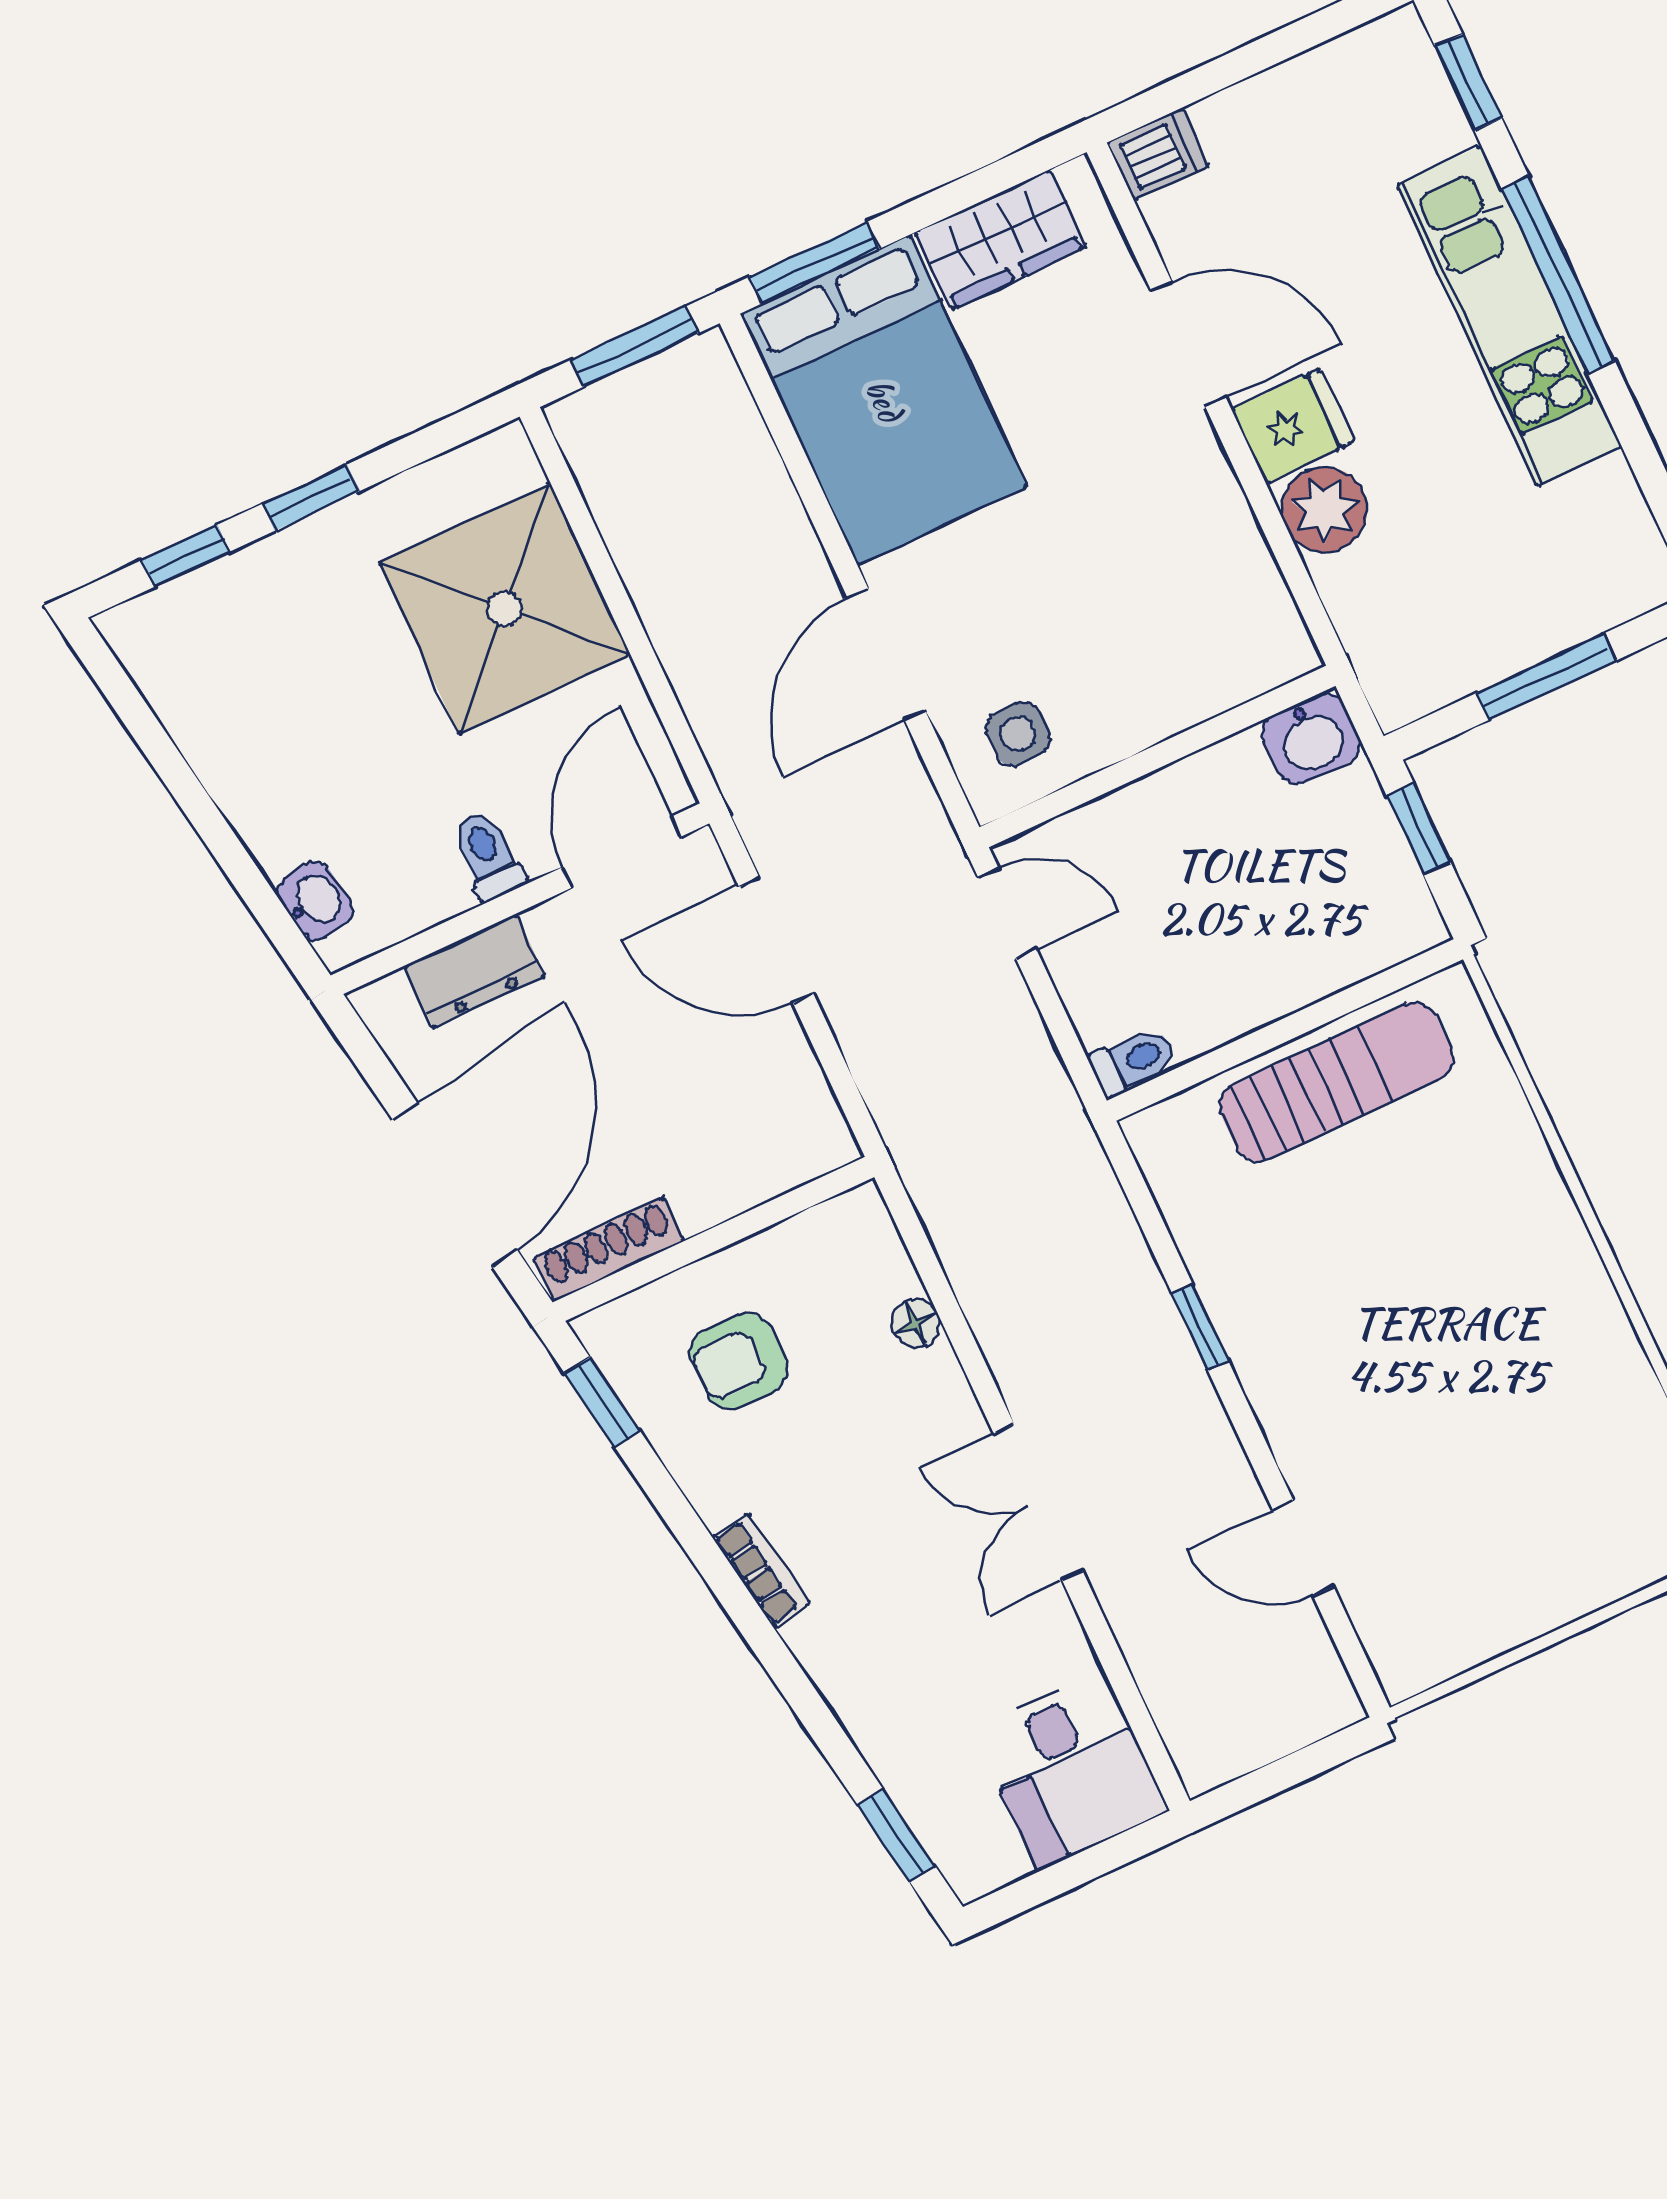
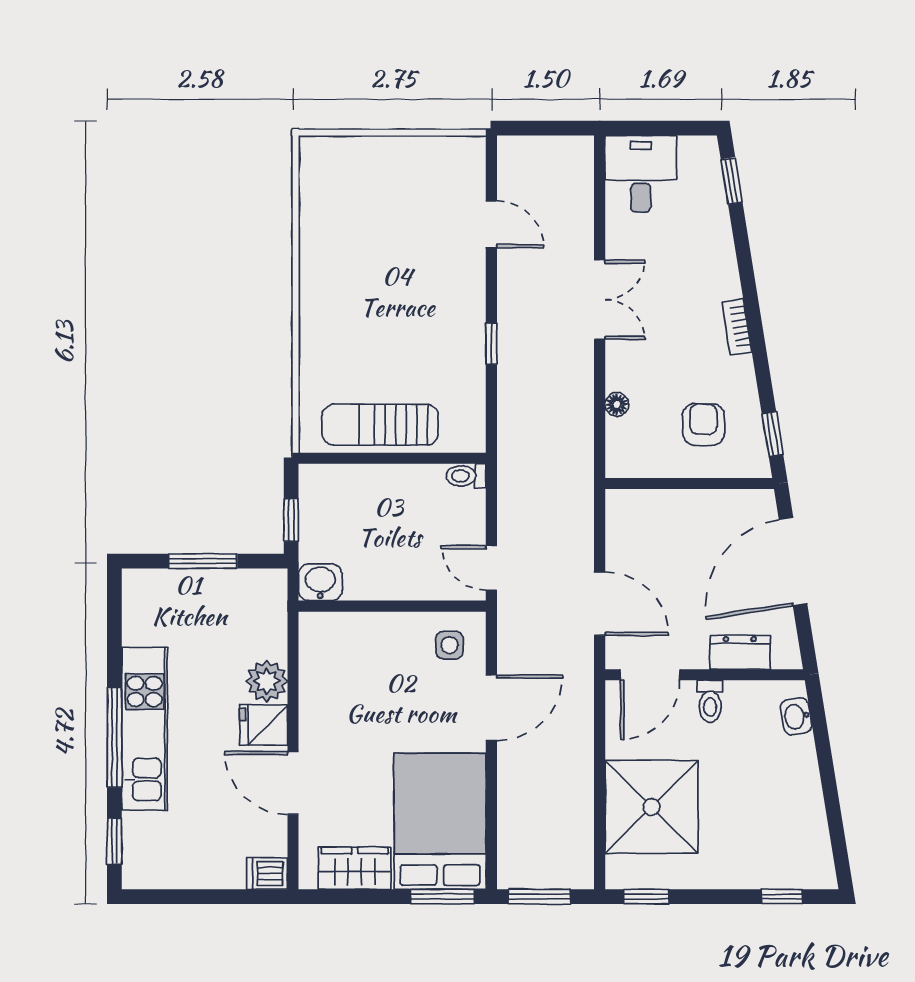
window: (311, 498) -> (646, 897), moved
shoe rack: (609, 1249) -> (738, 501), removed
armchair: (739, 1361) -> (703, 424), turned -90

